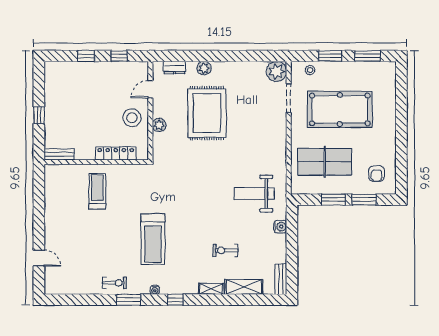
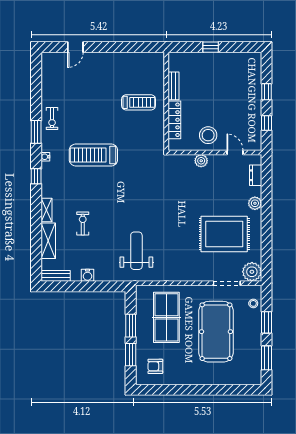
rug: (207, 113) -> (224, 234), moved
bench: (59, 154) -> (173, 86), moved
water cooler: (280, 227) -> (88, 275), moved

